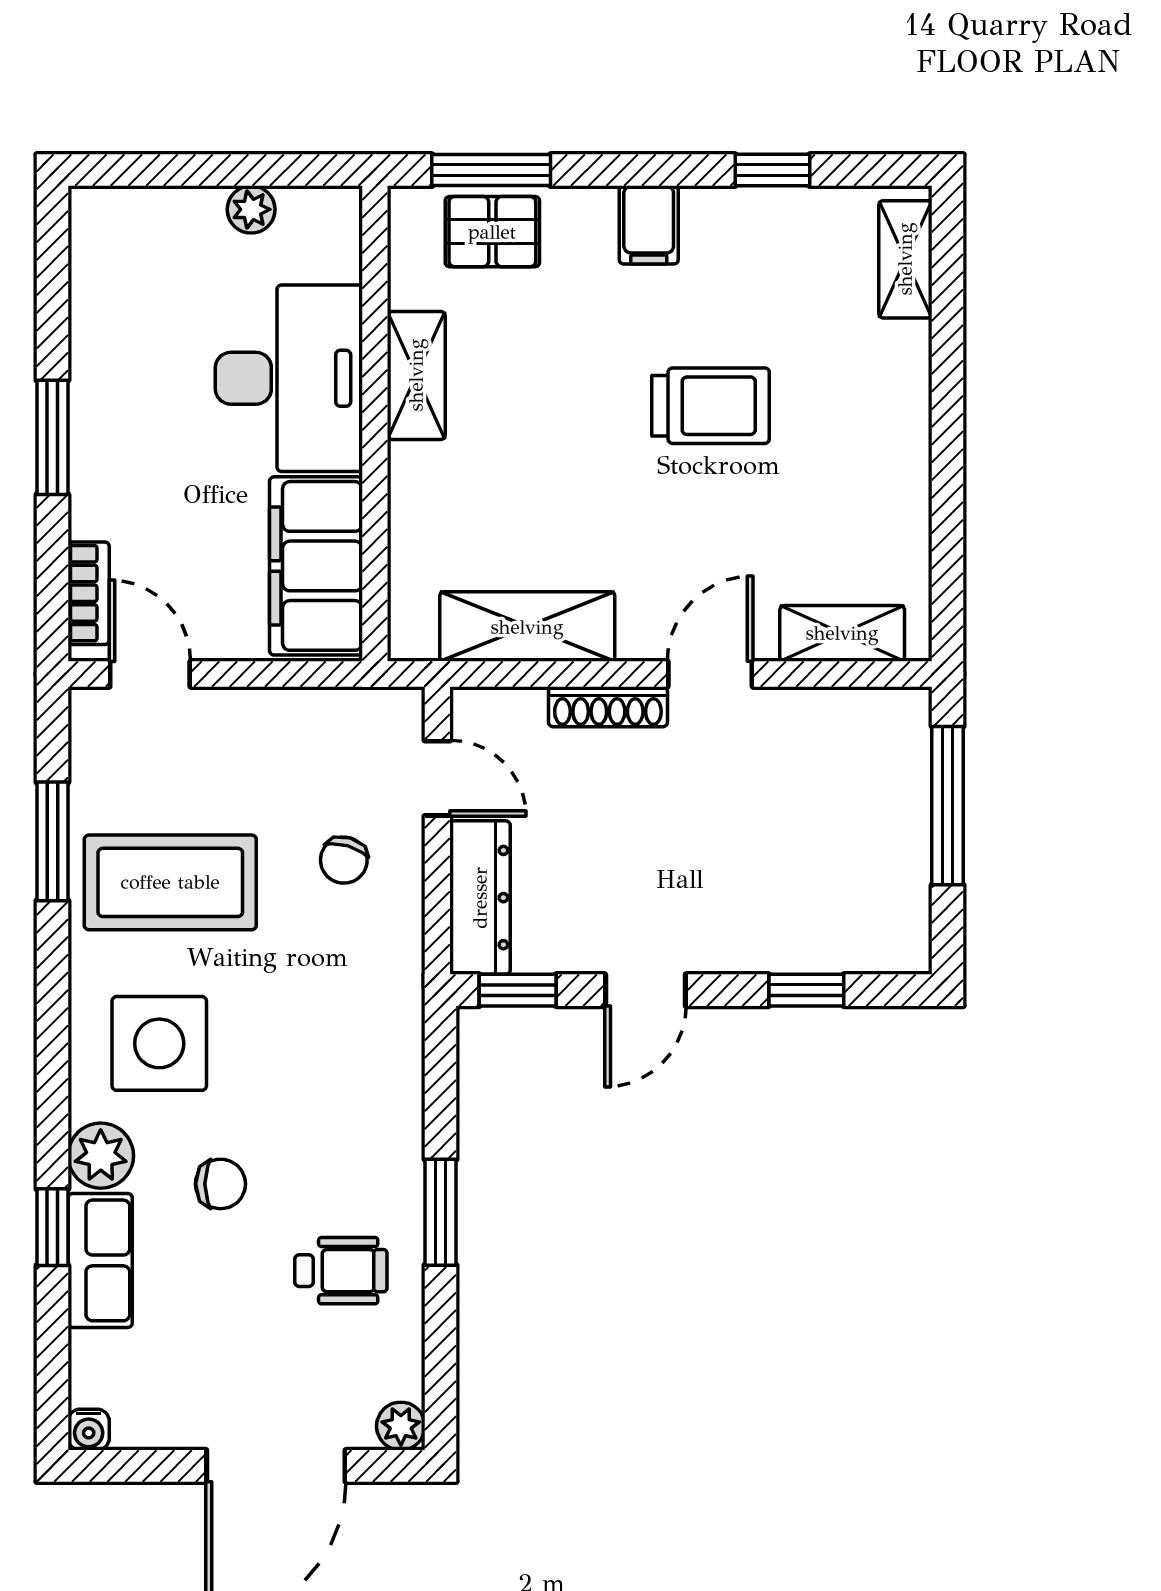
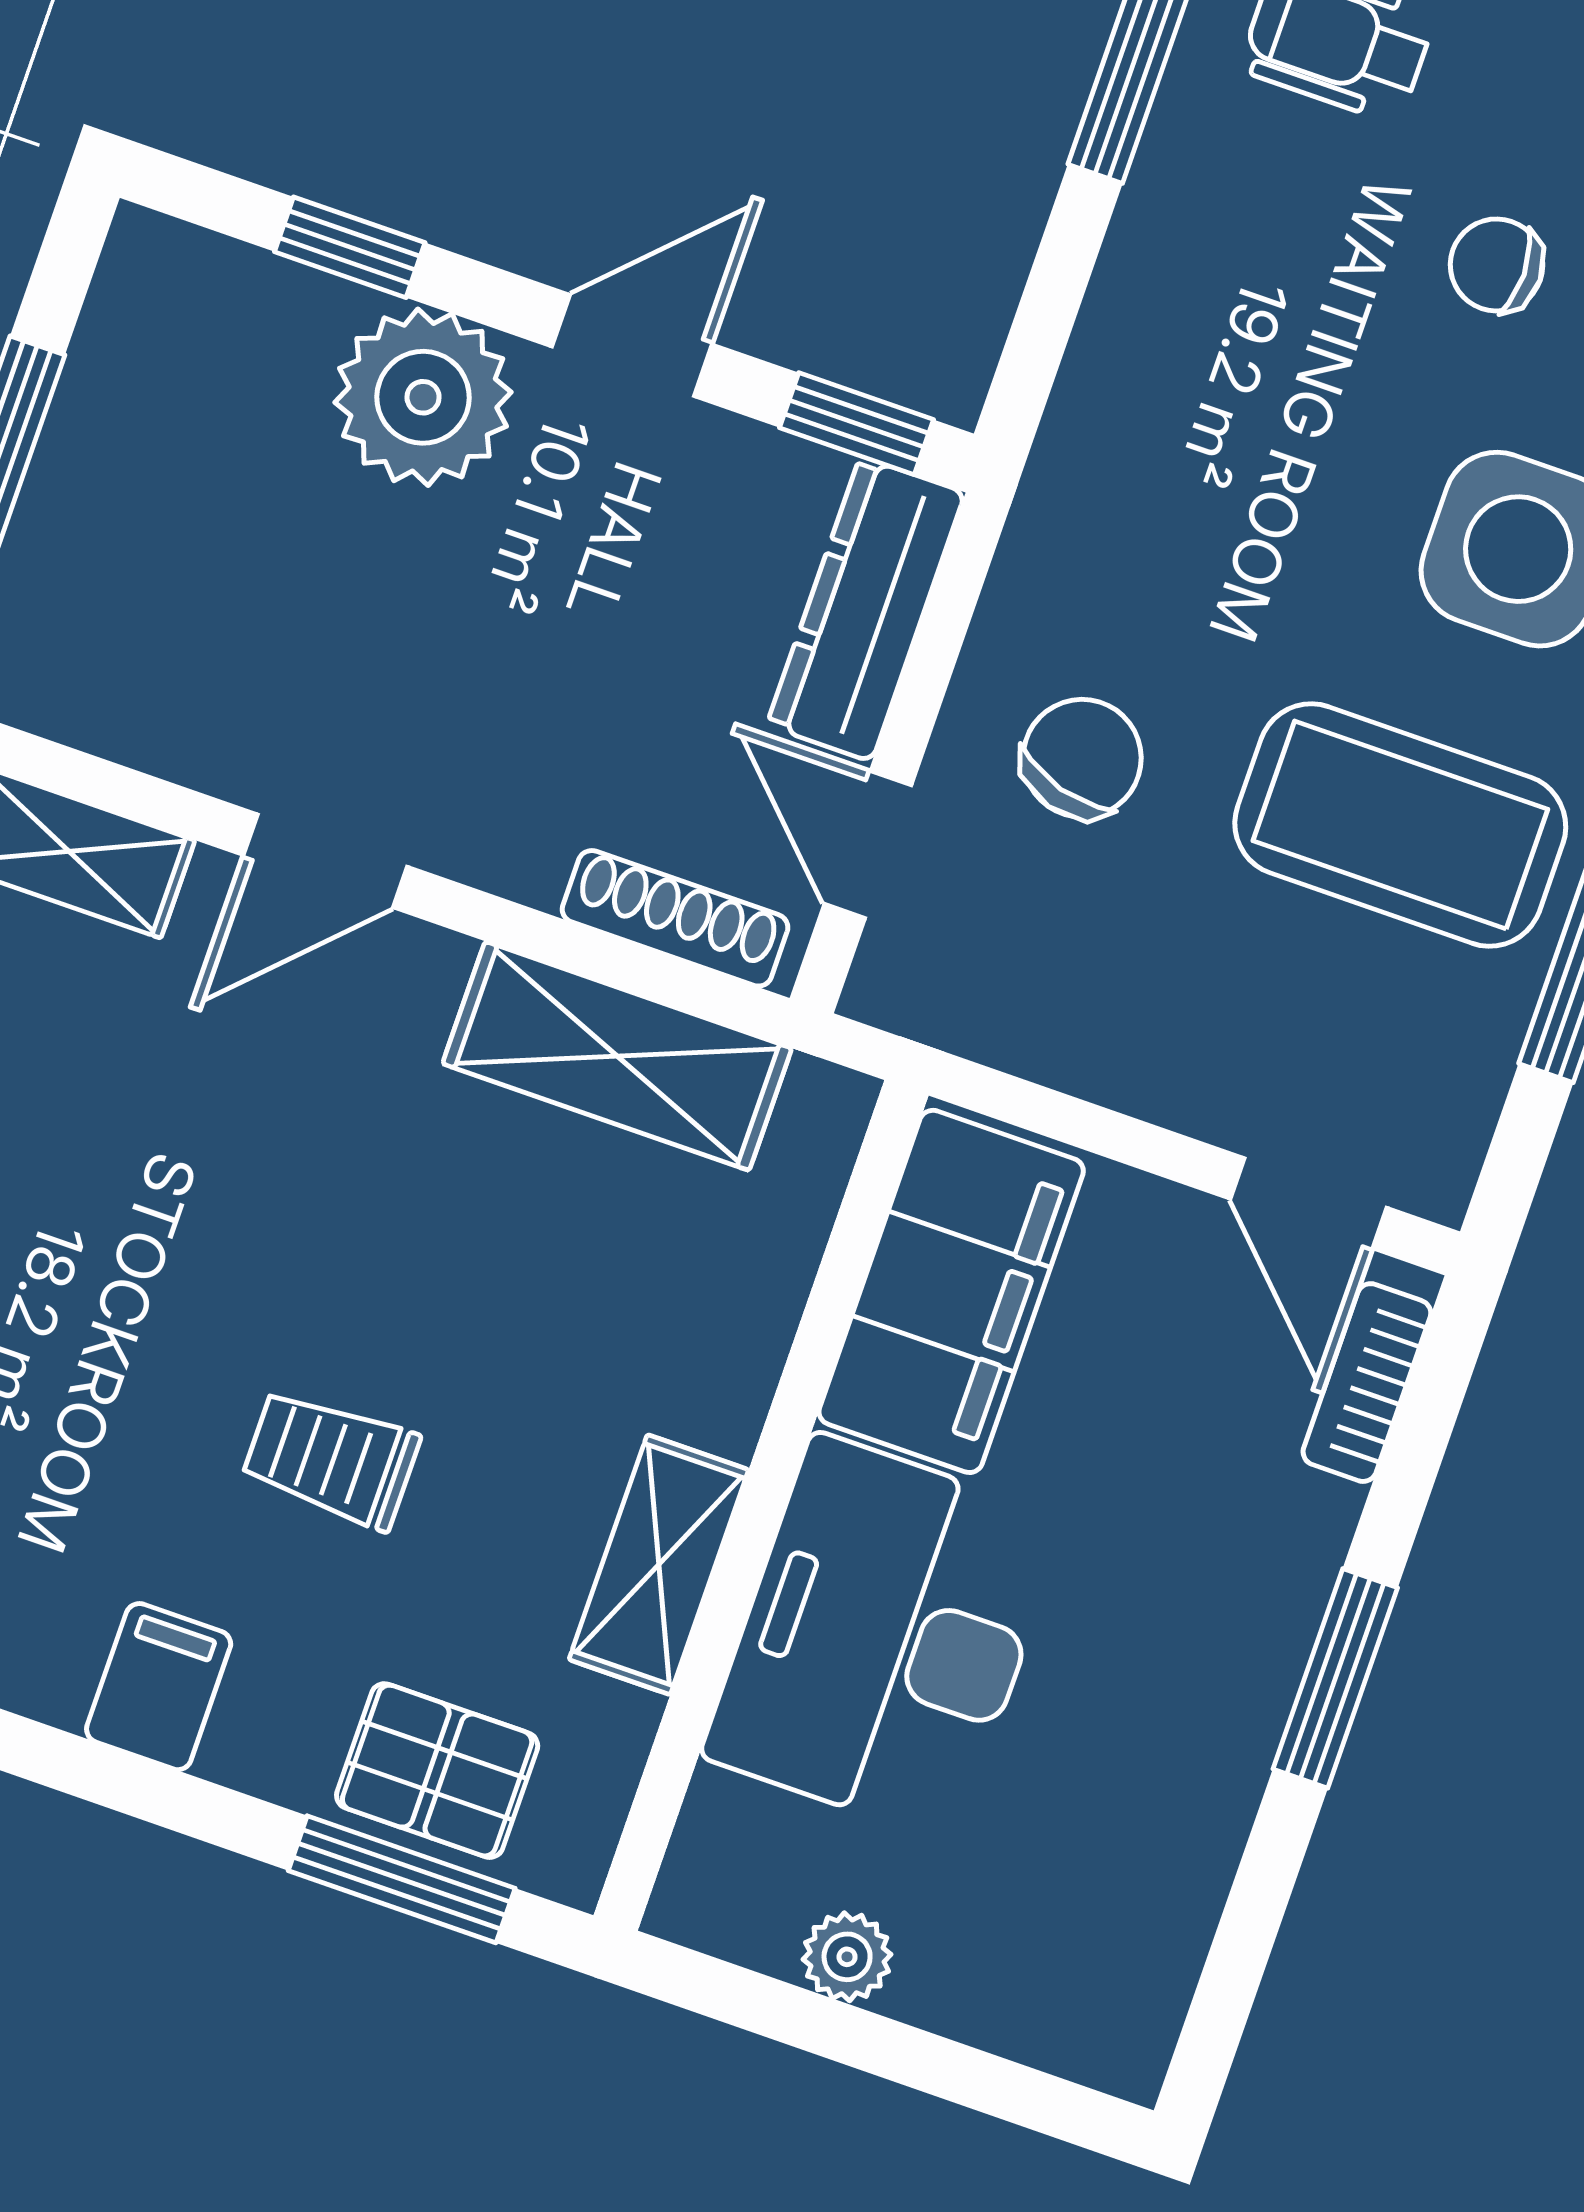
trolley: (710, 406) -> (331, 1459), moved, width x0.73, depth x0.72
shoe rack: (608, 707) -> (675, 918), moved
chair: (344, 860) -> (1082, 758), width x1.37, depth x1.37
plant: (742, 927) -> (423, 397), added

